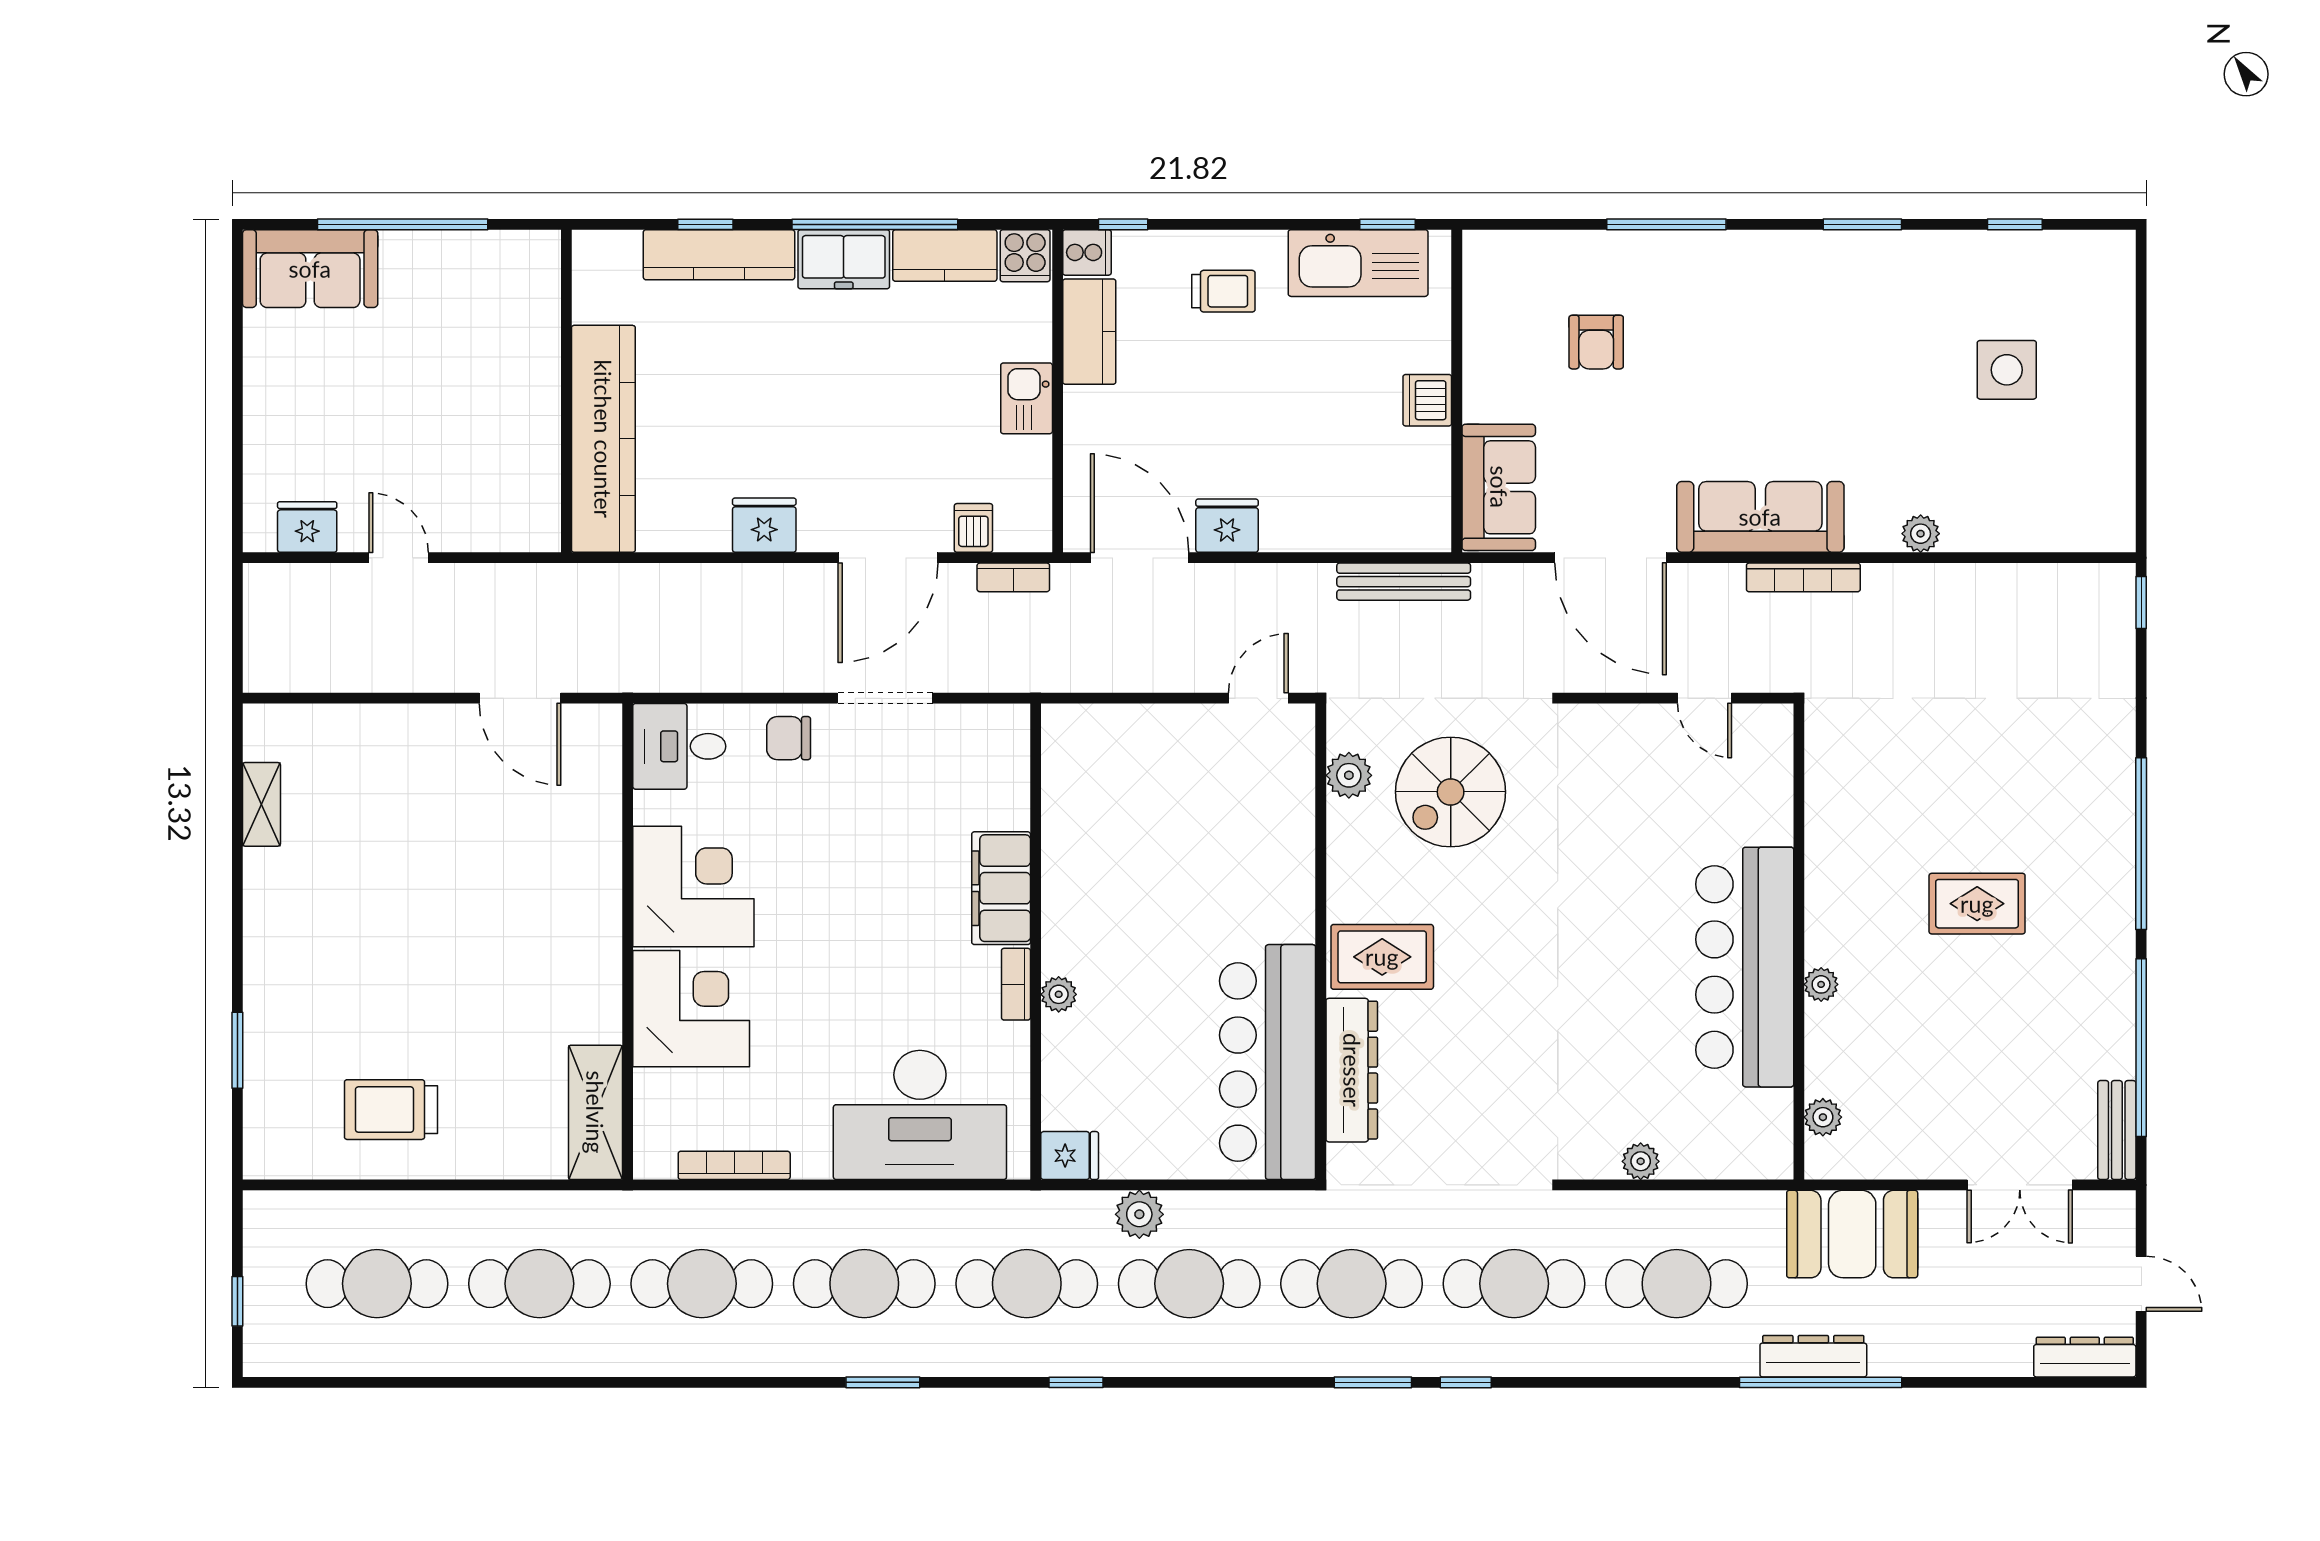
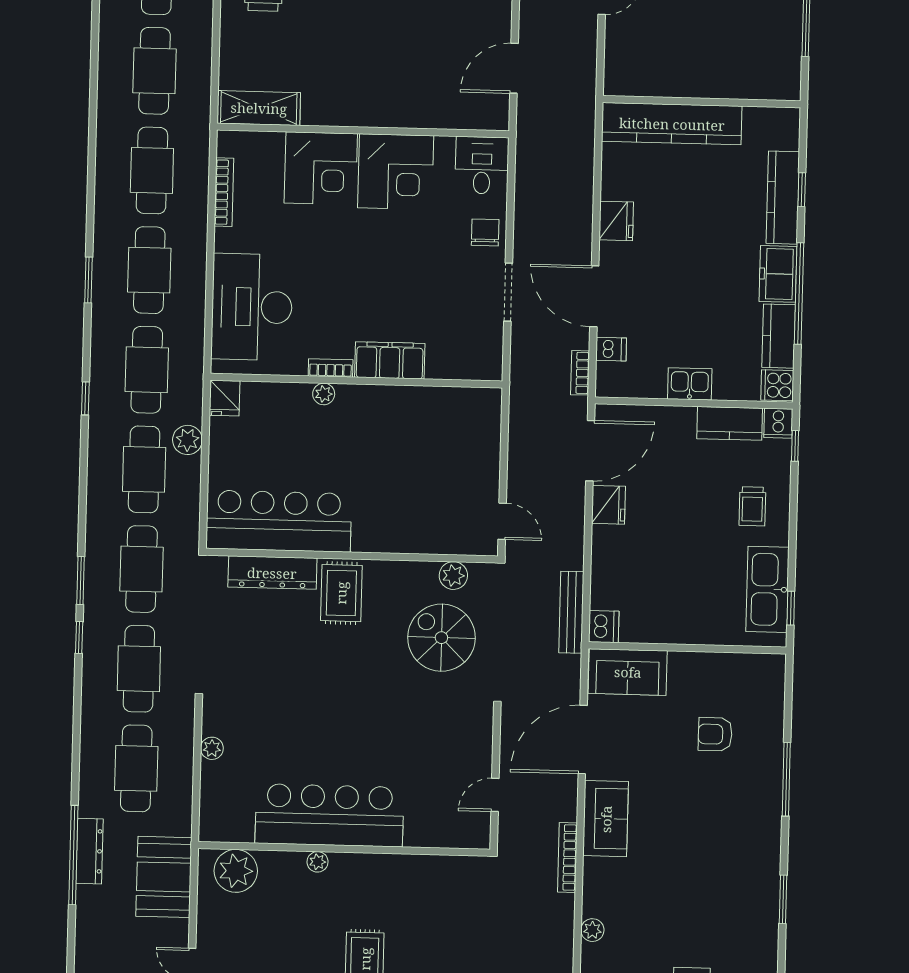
dishwasher: (1427, 400) -> (604, 627), moved, turned 90
sofa: (1760, 517) -> (606, 819), width x0.73
plant: (1823, 1117) -> (236, 871), width x1.87, depth x1.87

